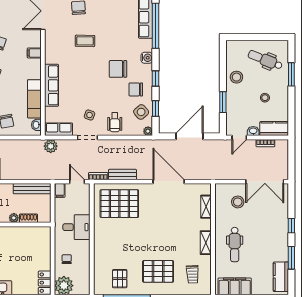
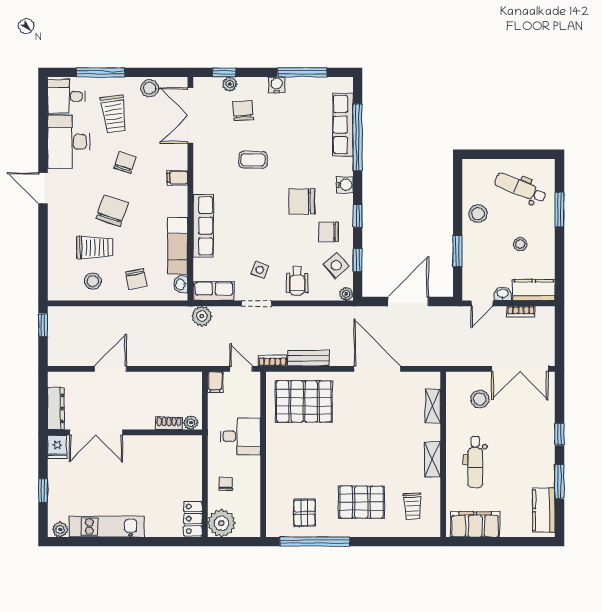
bench: (32, 189) -> (174, 379), removed
plant: (14, 218) -> (191, 423), moved

